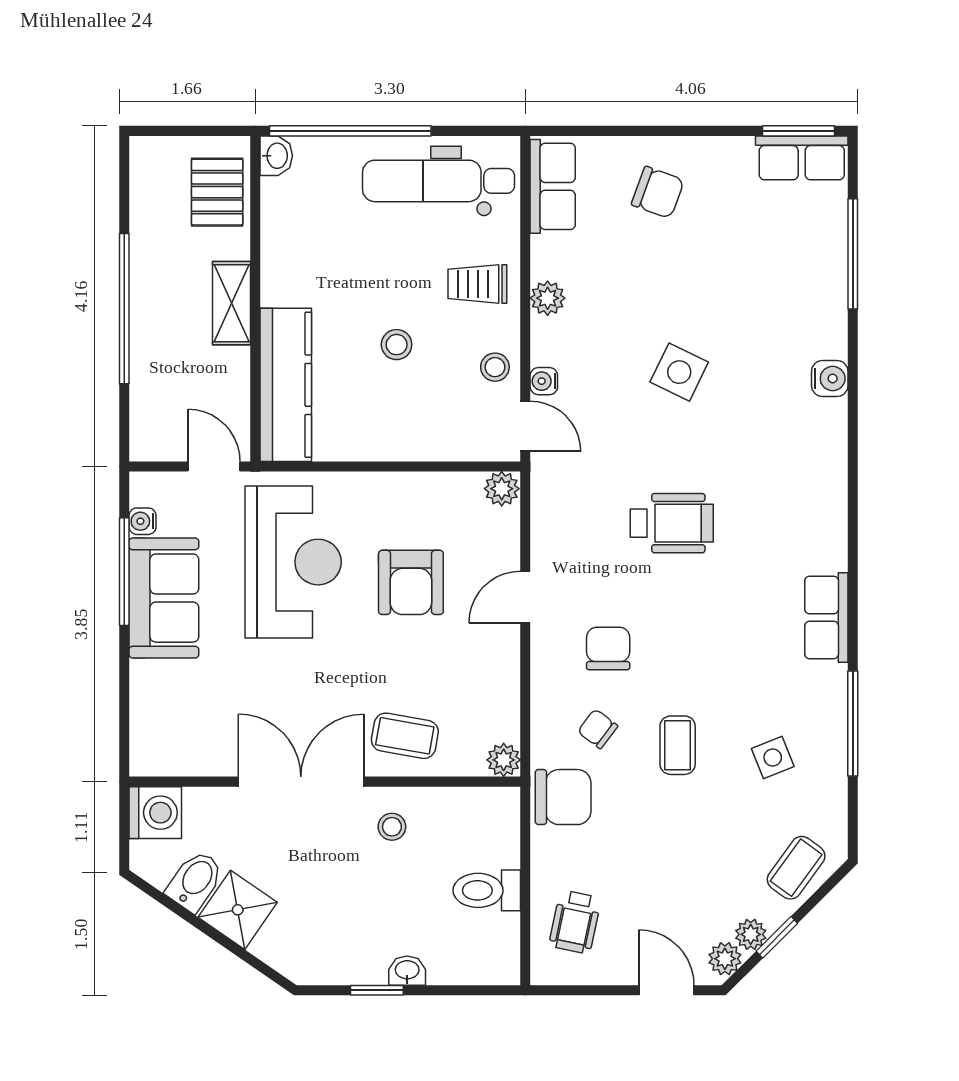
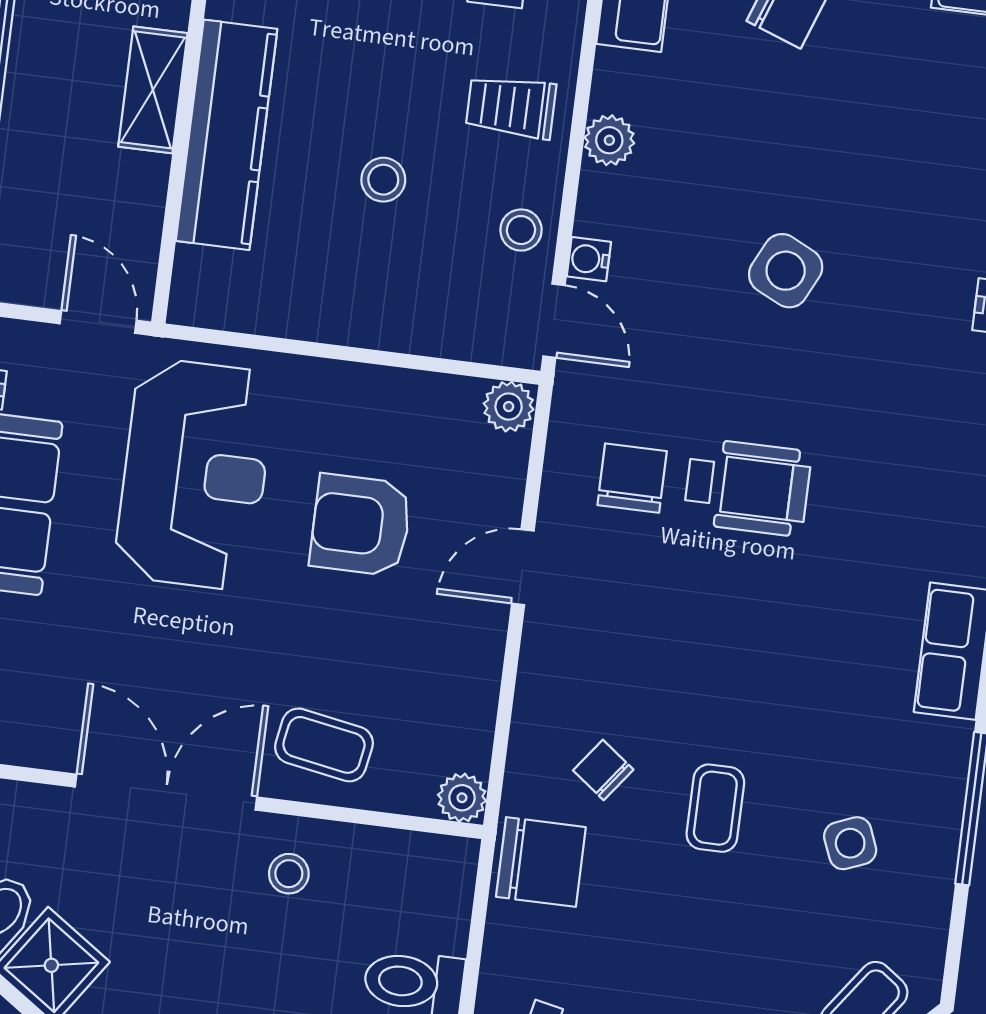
kitchen counter: (286, 385) -> (227, 135), moved
armchair: (411, 582) -> (361, 525), turned 90
chair: (608, 648) -> (632, 478), moved

